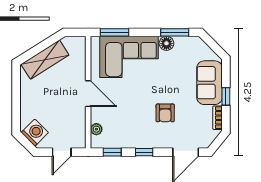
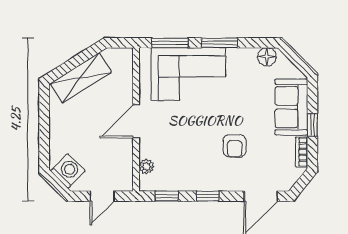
window: (175, 32) -> (219, 43), moved
floor lamp: (166, 43) -> (267, 57), moved
door: (88, 94) -> (136, 121), swing flipped

